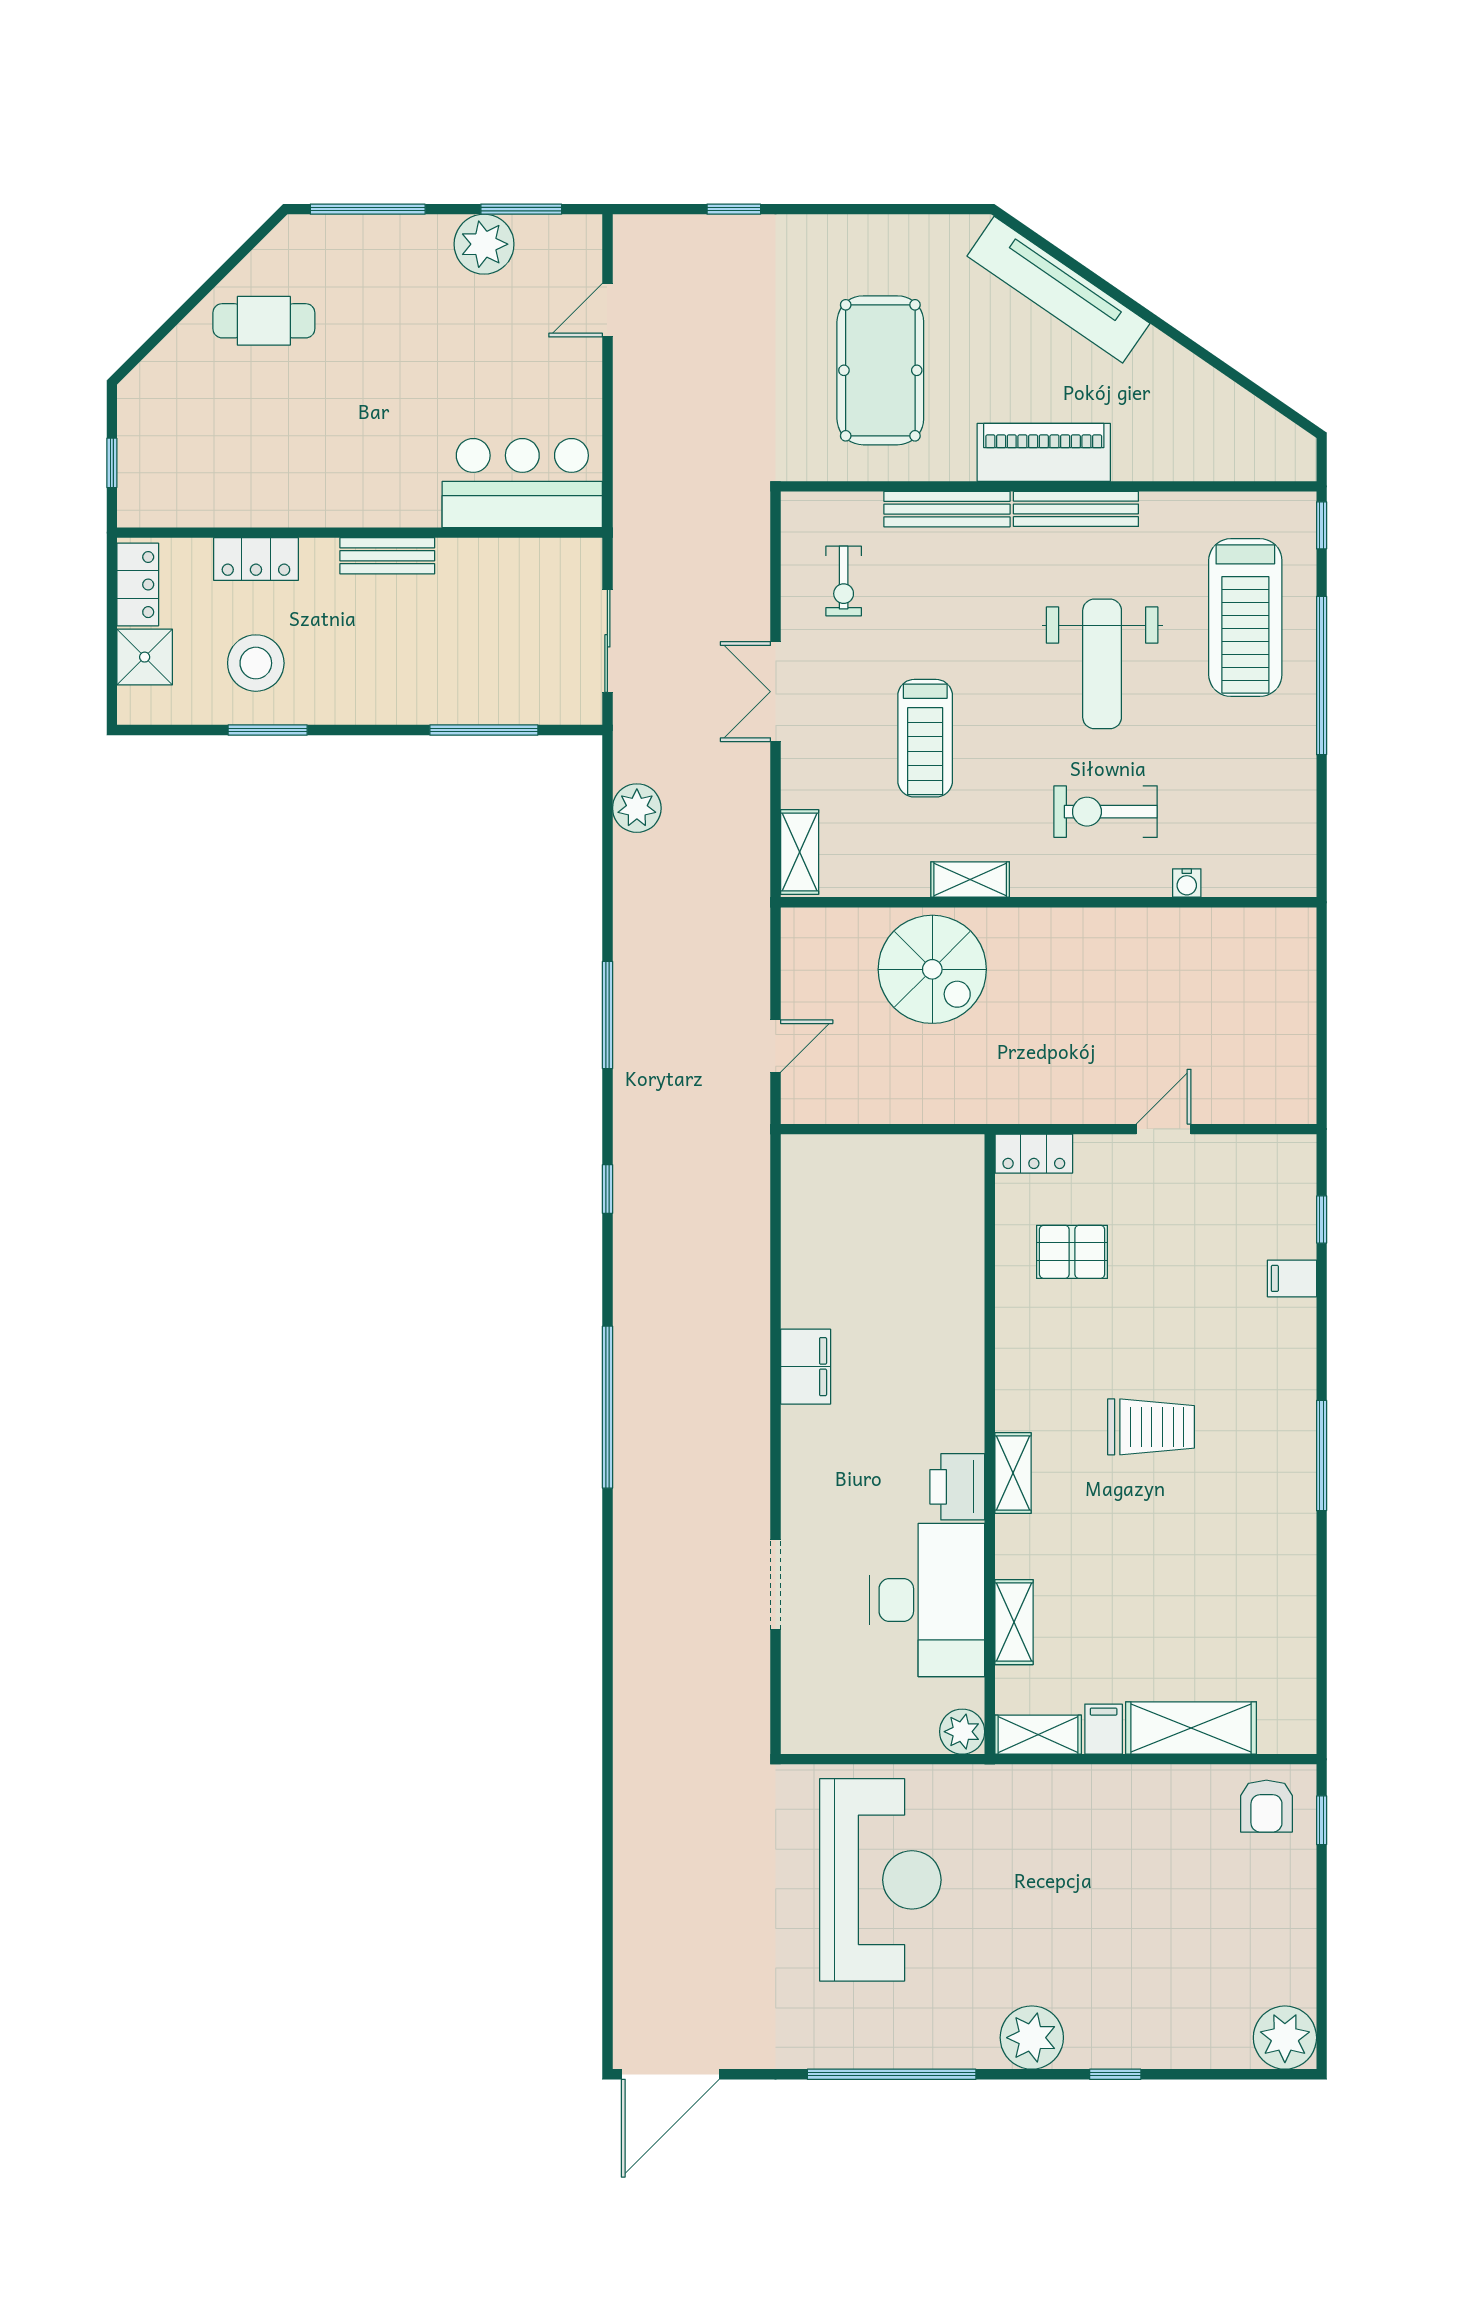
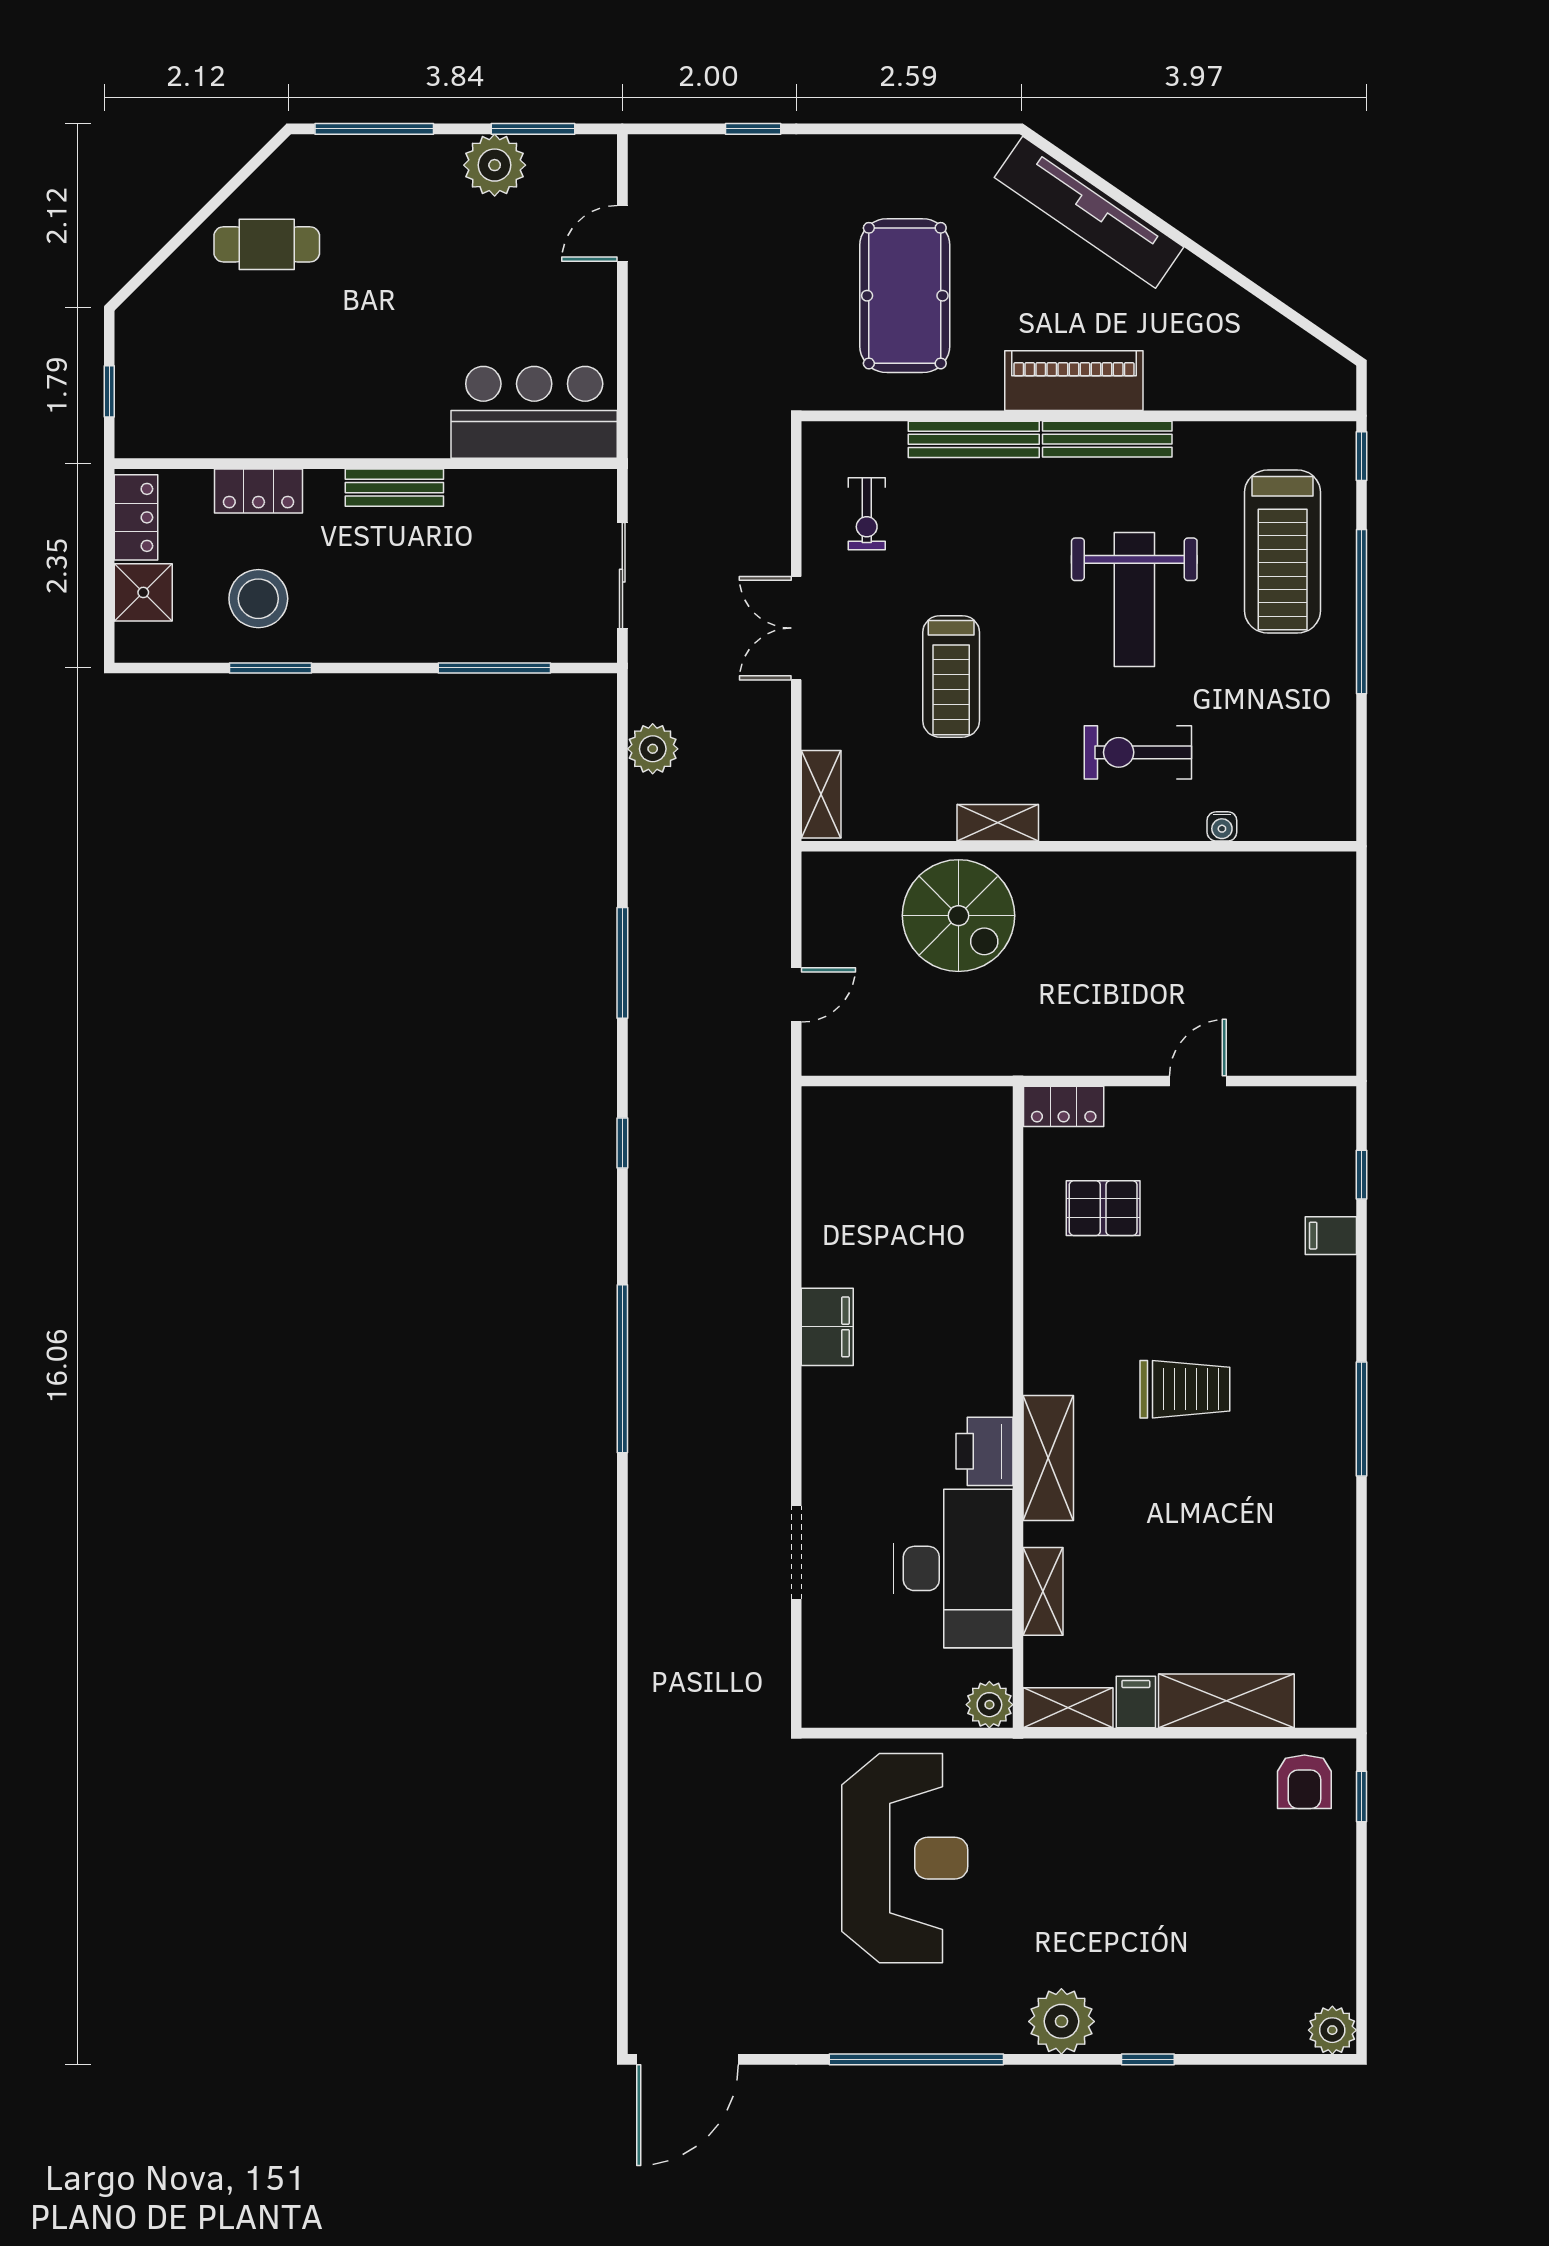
shelving: (1013, 1473) -> (1048, 1458), width x1.50, depth x1.33
plant: (1285, 2038) -> (1332, 2030), width x0.73, depth x0.73

